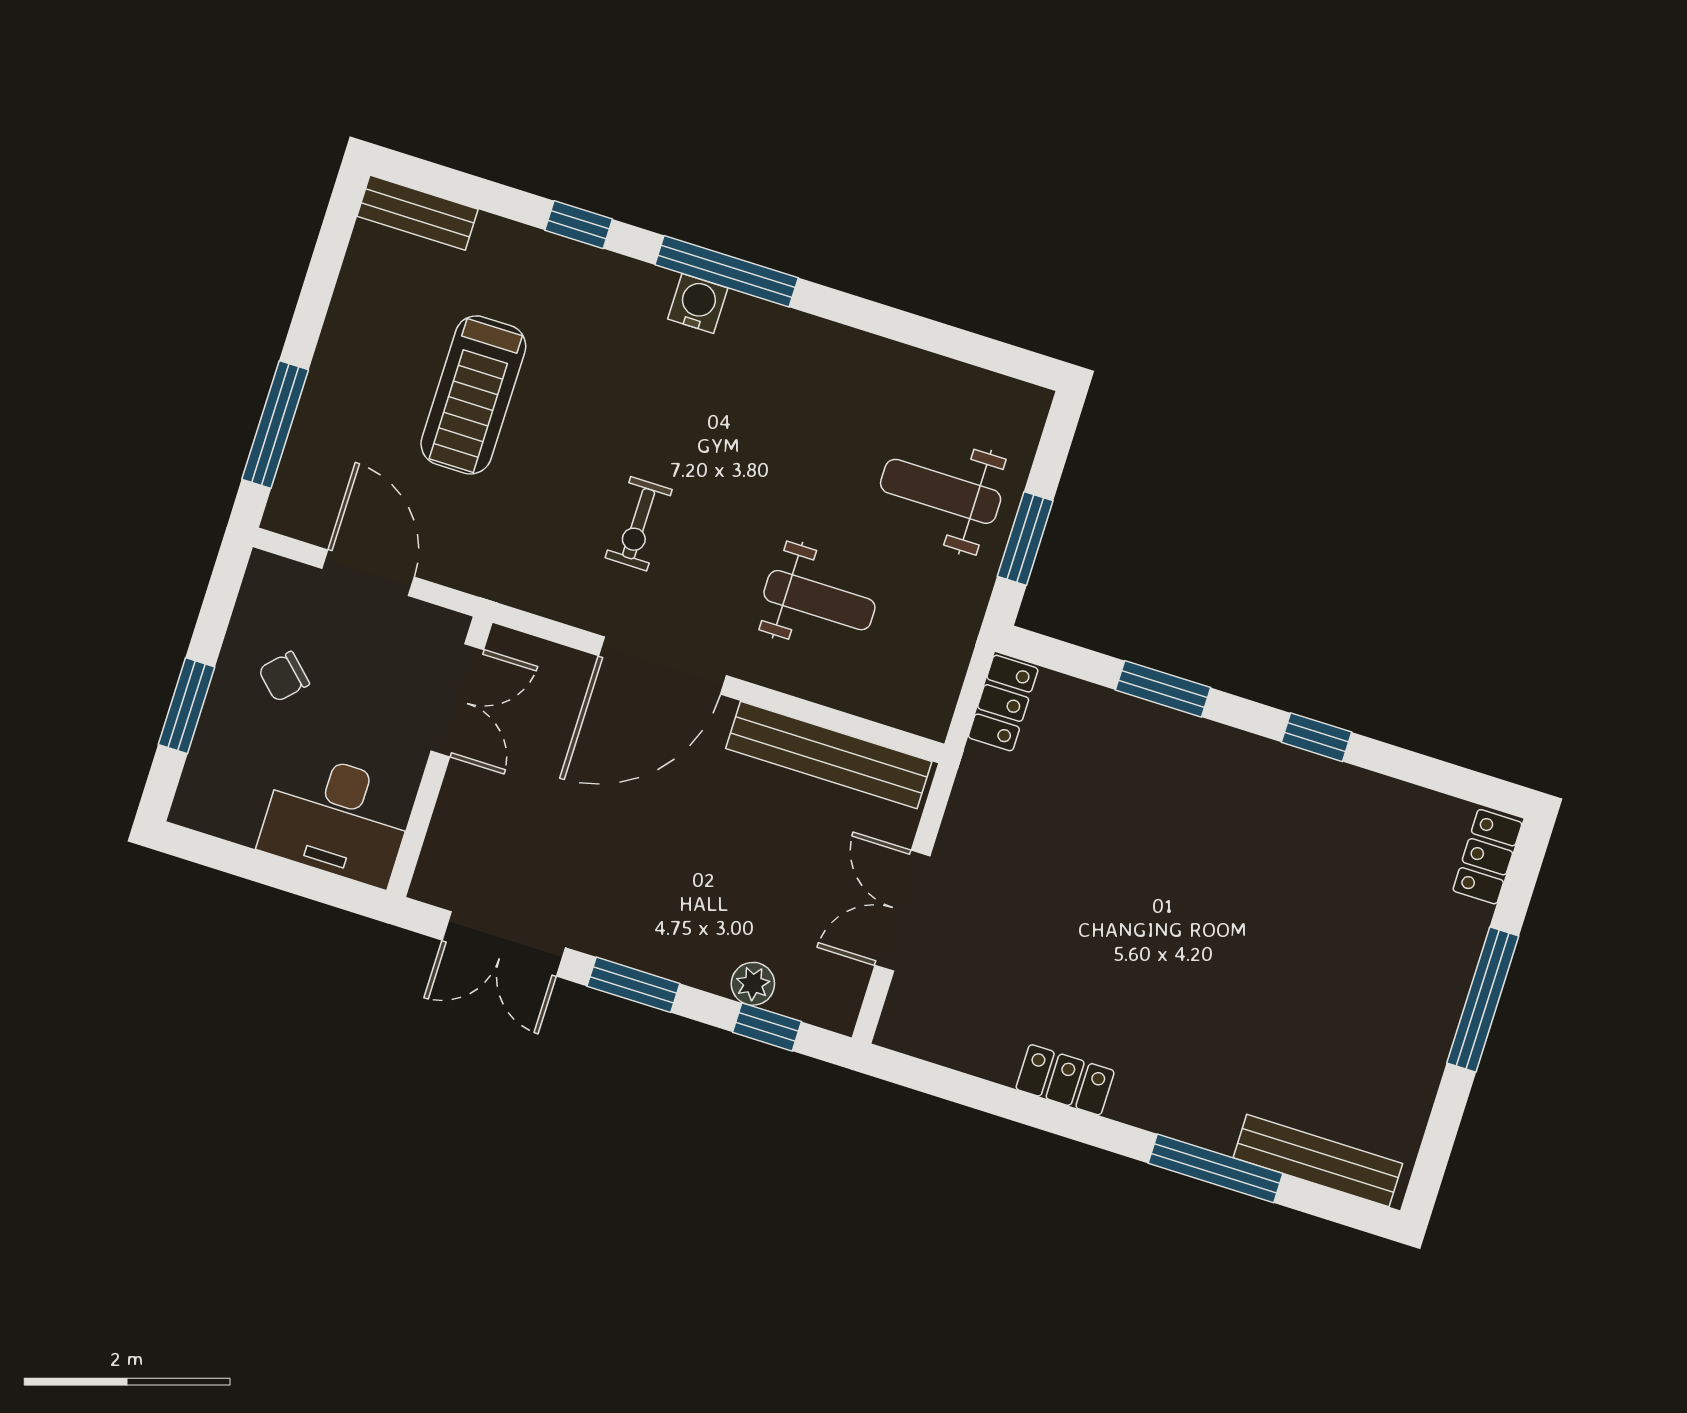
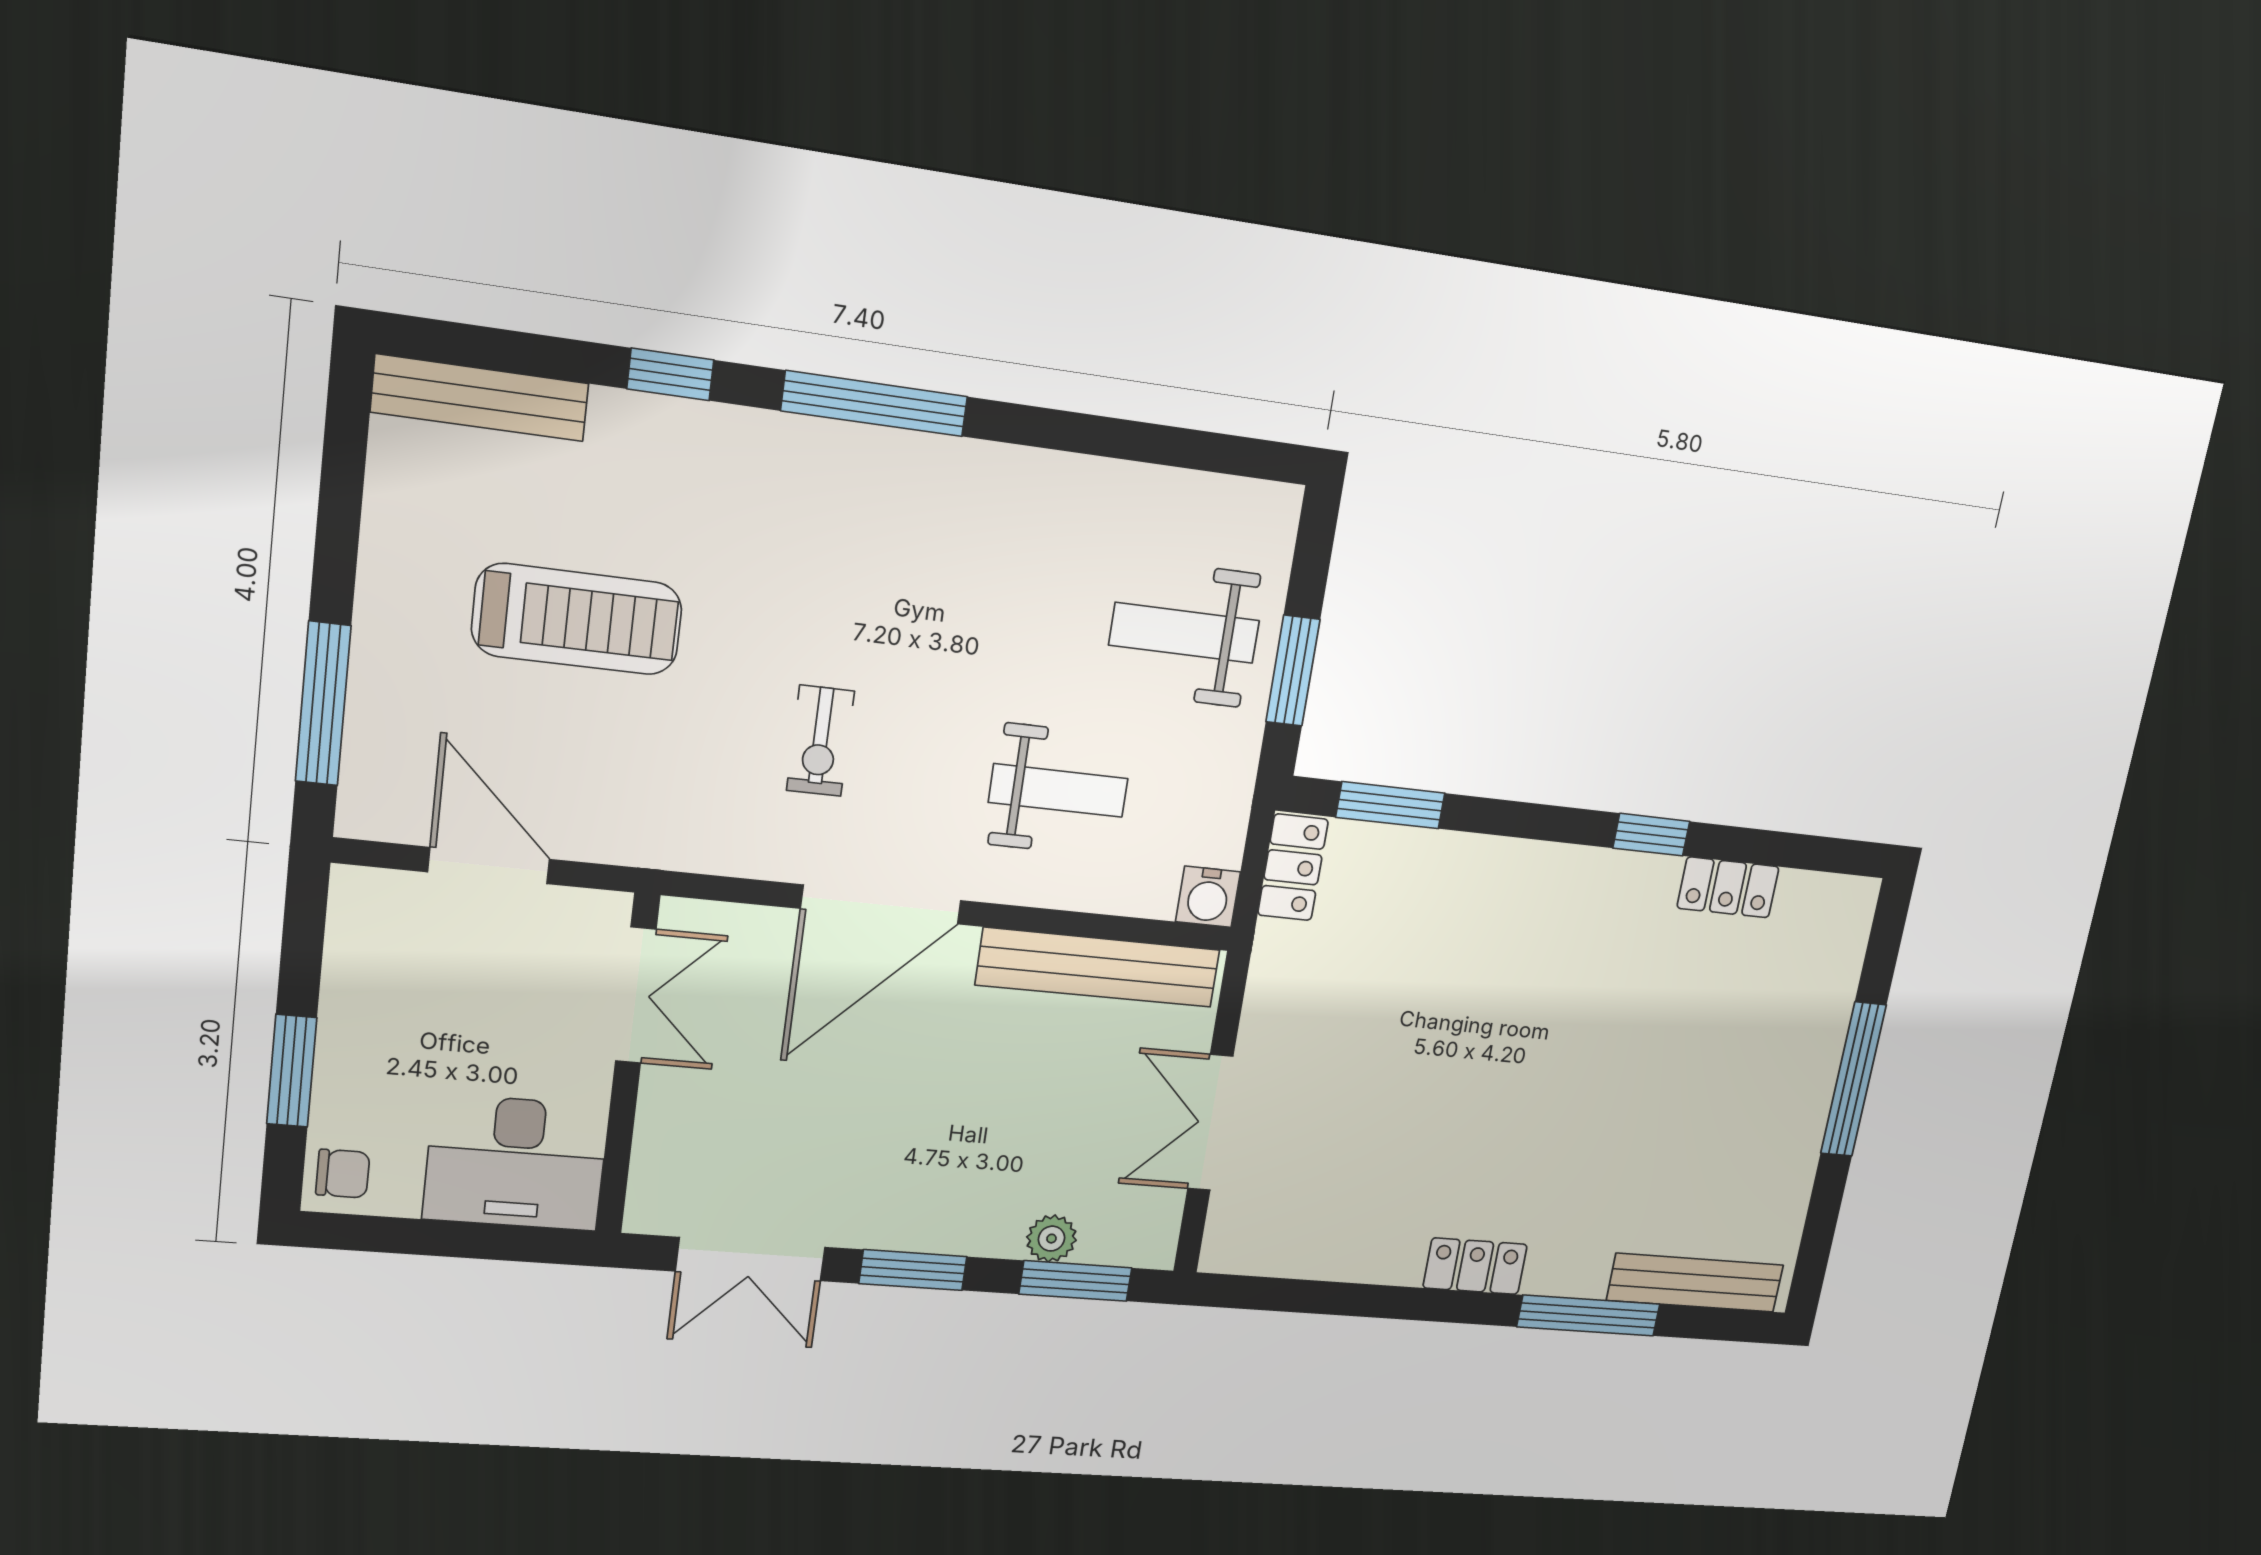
bench: (418, 213) -> (480, 398), width x1.36
water cooler: (698, 303) -> (1208, 897), moved, turned 180
treadmill: (473, 395) -> (577, 619), turned -90
chair: (284, 677) -> (343, 1174), moved, turned -134
window: (1163, 689) -> (1390, 805), moved
locker: (1487, 857) -> (1728, 887), moved, turned -90
window: (767, 1027) -> (1075, 1281), width x1.50
locker: (1065, 1080) -> (1475, 1266), moved

